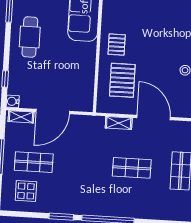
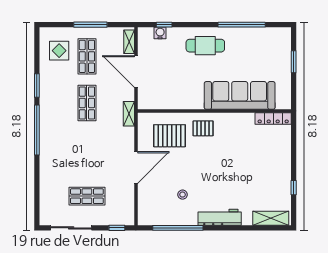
water cooler: (13, 101) -> (160, 33), moved
shelving: (119, 123) -> (129, 114), moved
shop shelf: (132, 168) -> (87, 103), moved

